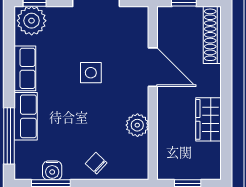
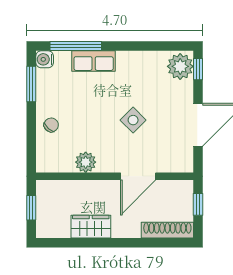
row of seats: (25, 68) -> (137, 60), removed
side table: (91, 73) -> (133, 120), turned 45
water cooler: (52, 170) -> (45, 59), moved

